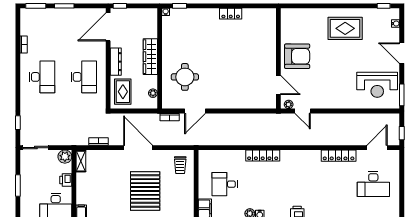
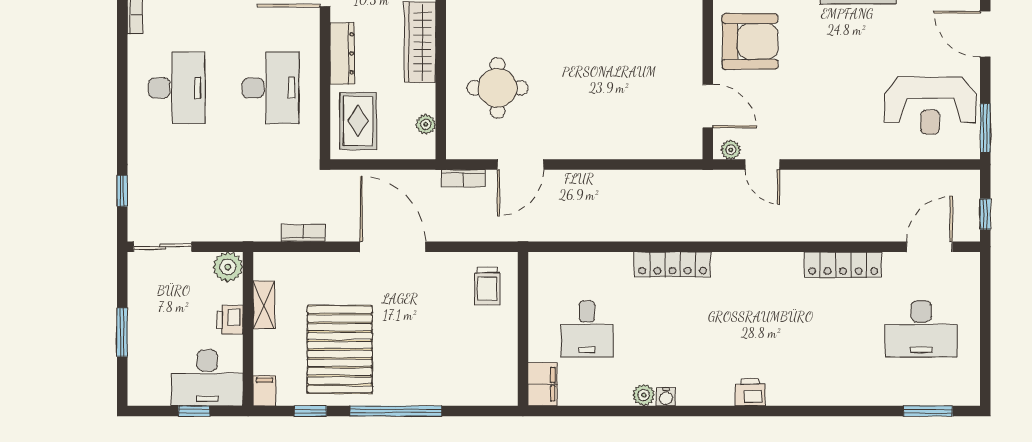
shelving: (81, 161) -> (264, 305), moved
desk: (225, 184) -> (587, 329), turned -90
pallet: (145, 191) -> (340, 349), moved

